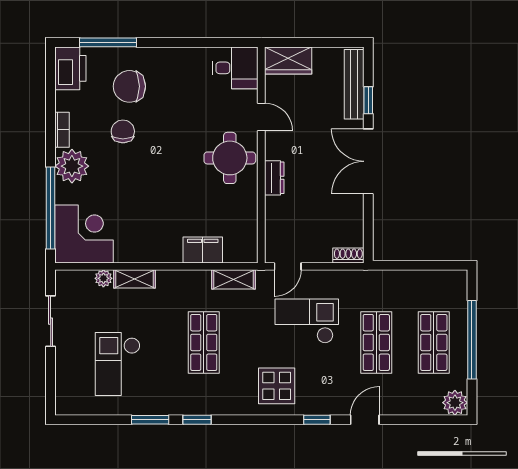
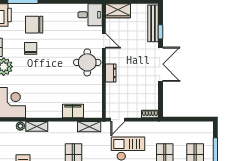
double door: (368, 161) -> (161, 64), swing flipped

